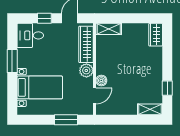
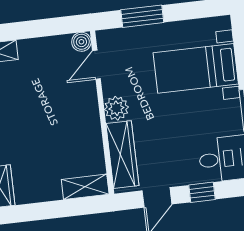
boiler: (101, 80) -> (81, 42), moved

